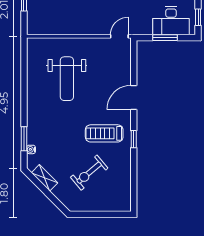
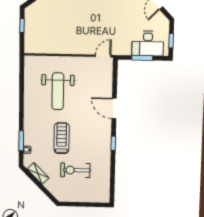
door: (134, 97) -> (114, 108), hinge flipped
treadmill: (104, 133) -> (62, 138), moved, turned 90
exercise bike: (89, 173) -> (75, 170), turned 40

